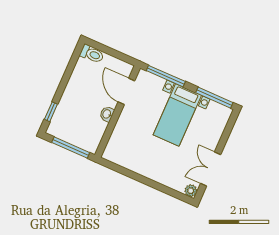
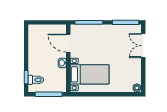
toilet: (92, 54) -> (36, 80), moved
bed with nightstands: (177, 115) -> (90, 74), moved, turned -90
double door: (211, 169) -> (143, 46), moved

